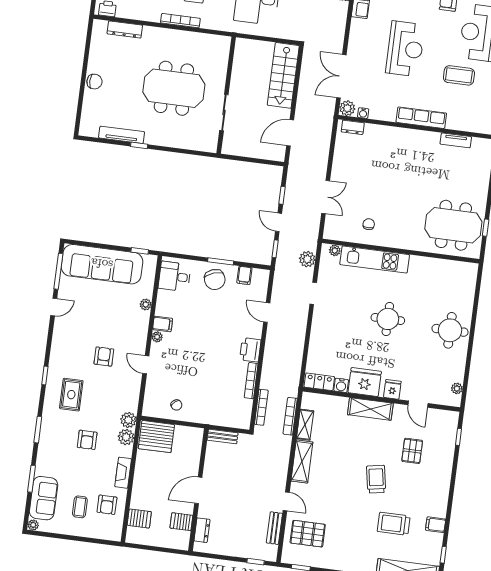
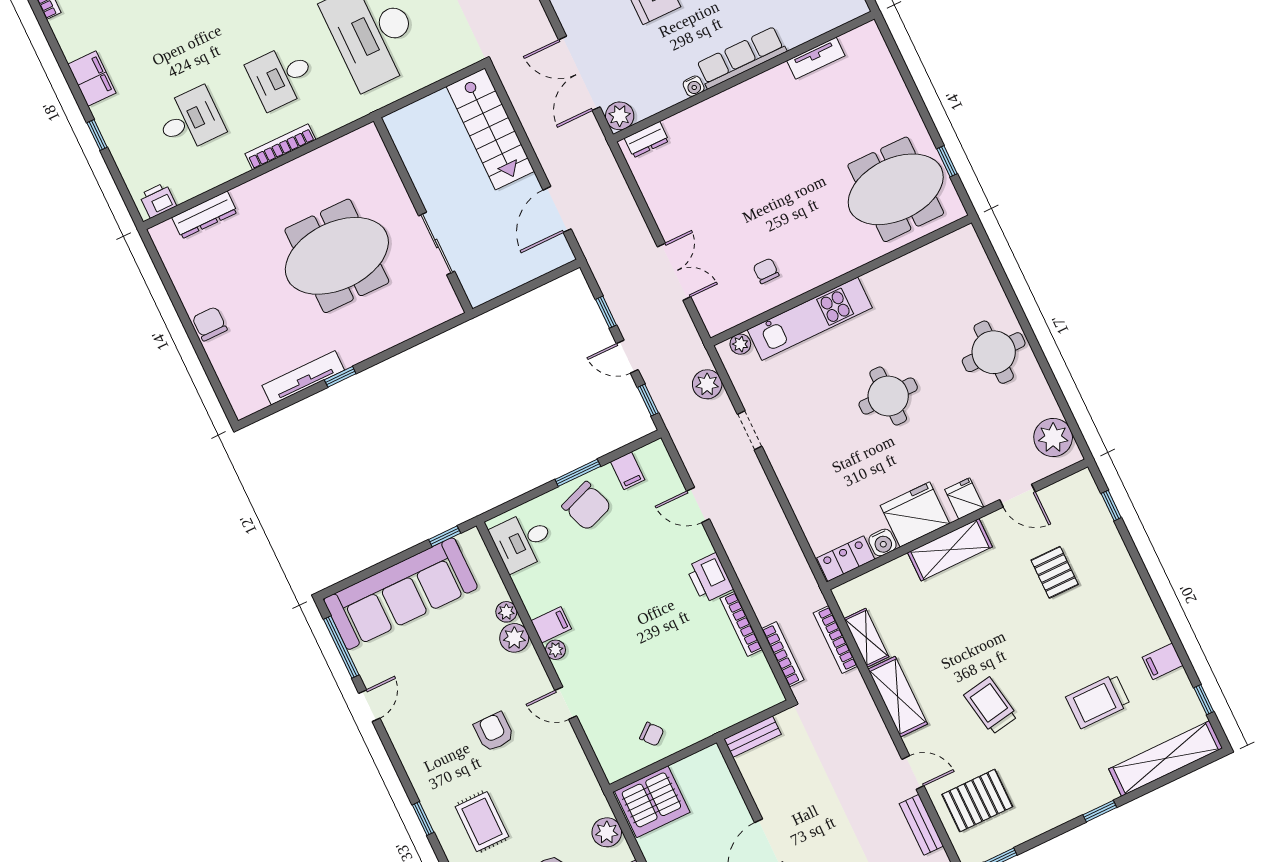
chair: (94, 82) -> (210, 324), turned -90
water cooler: (363, 113) -> (694, 86), moved
plant: (457, 388) -> (1053, 437), width x1.88, depth x1.88
plant: (128, 420) -> (514, 638), moved
trolley: (376, 479) -> (991, 706), moved

